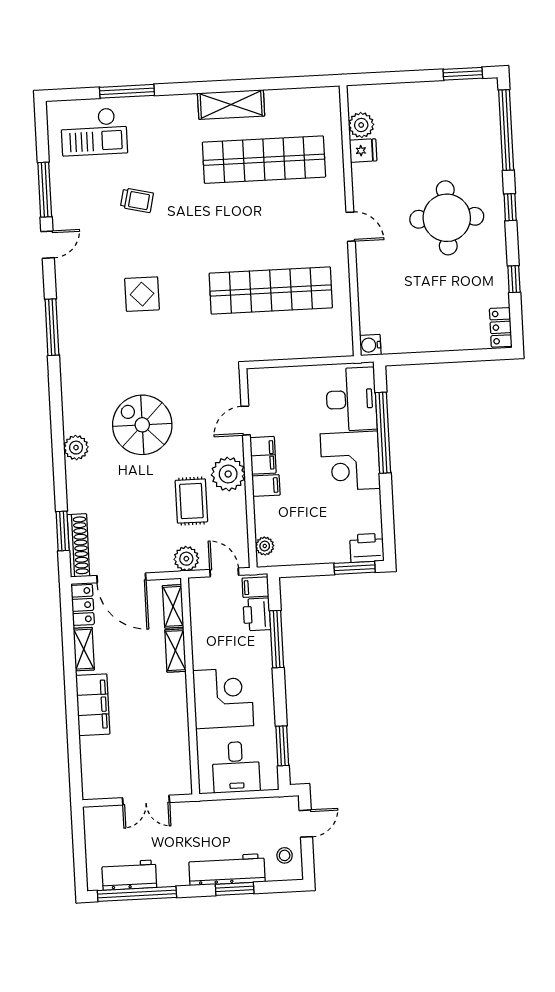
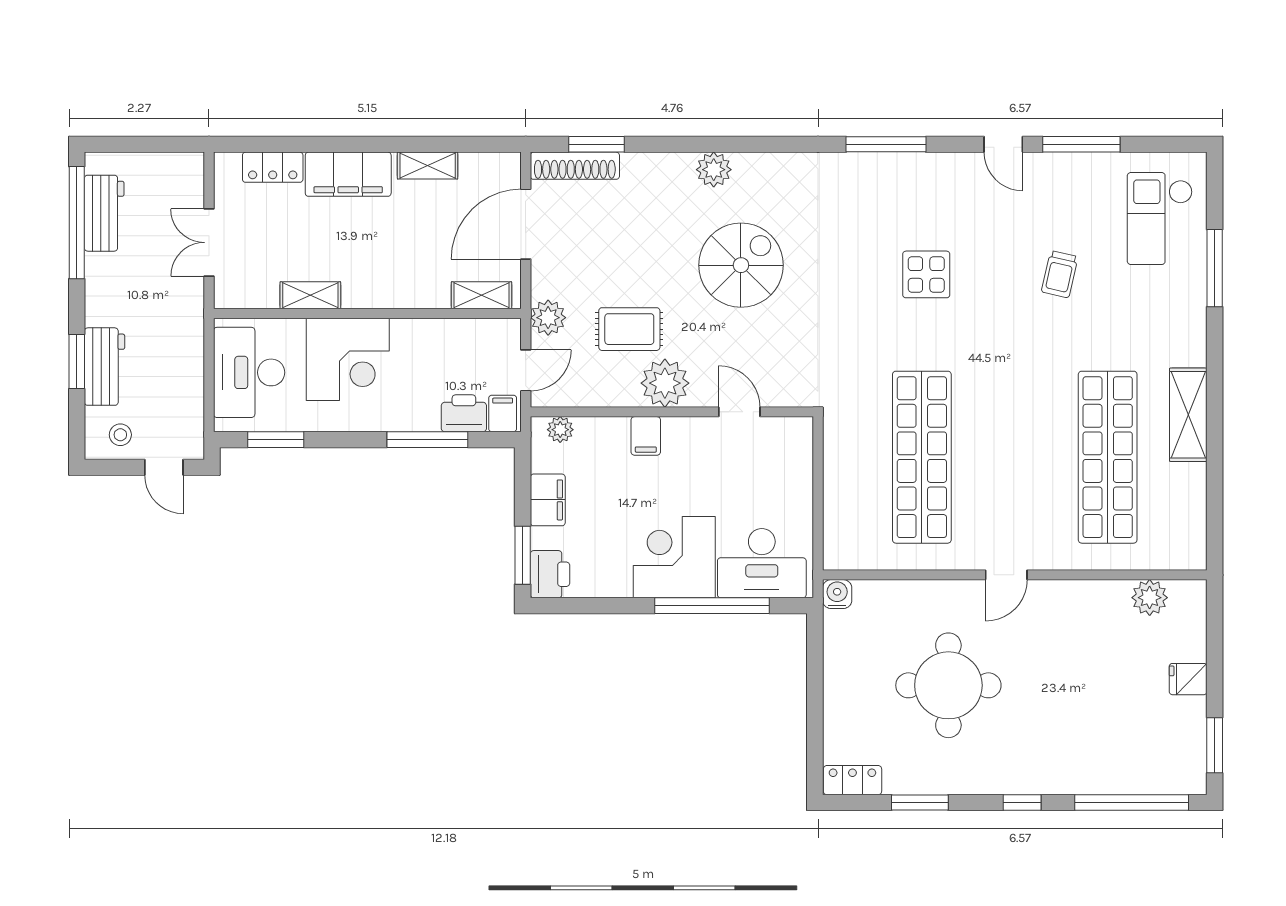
fridge: (363, 151) -> (1188, 679), moved, turned 90
round table: (447, 218) -> (948, 685), moved
window: (514, 279) -> (920, 802), width x1.50
filing cabinet: (263, 455) -> (548, 500), moved, turned -90
locker: (83, 605) -> (273, 167), moved
shelving: (175, 651) -> (310, 295), moved
desk: (236, 767) -> (249, 372), width x1.37
workbench: (227, 870) -> (104, 367), width x0.73

